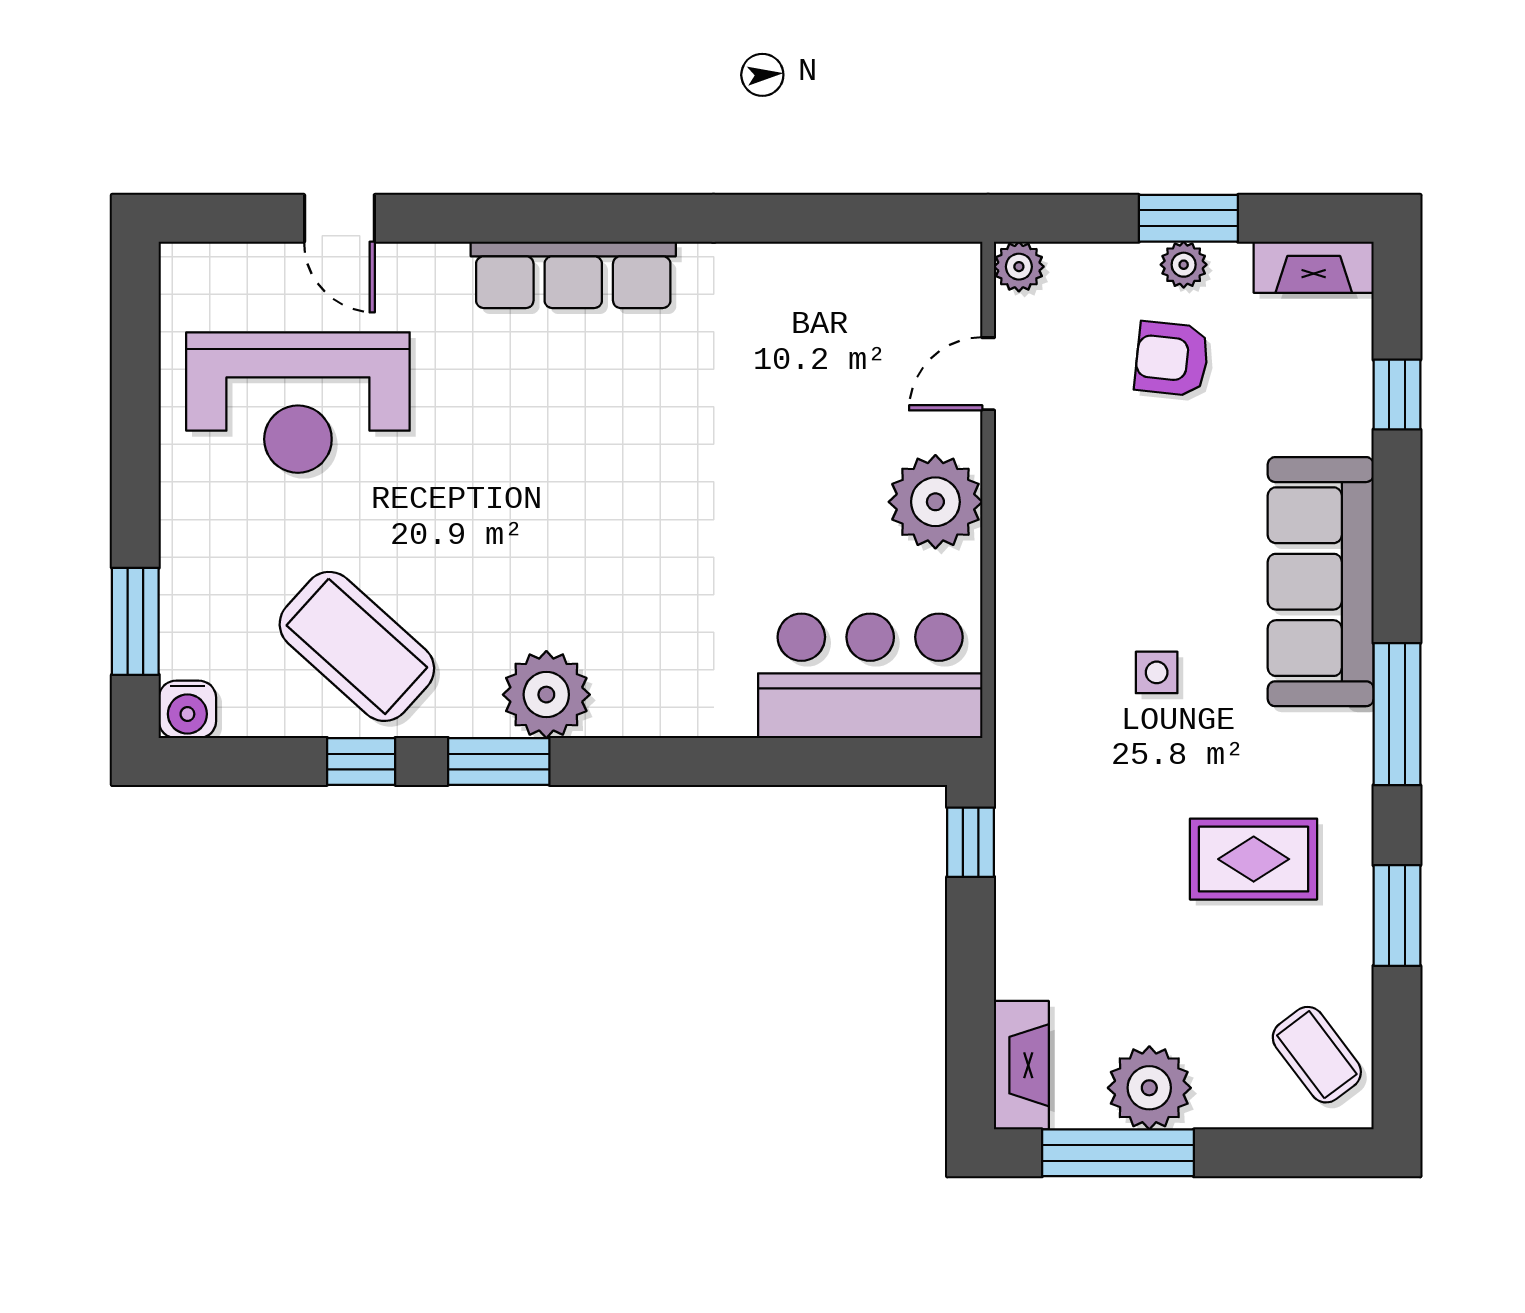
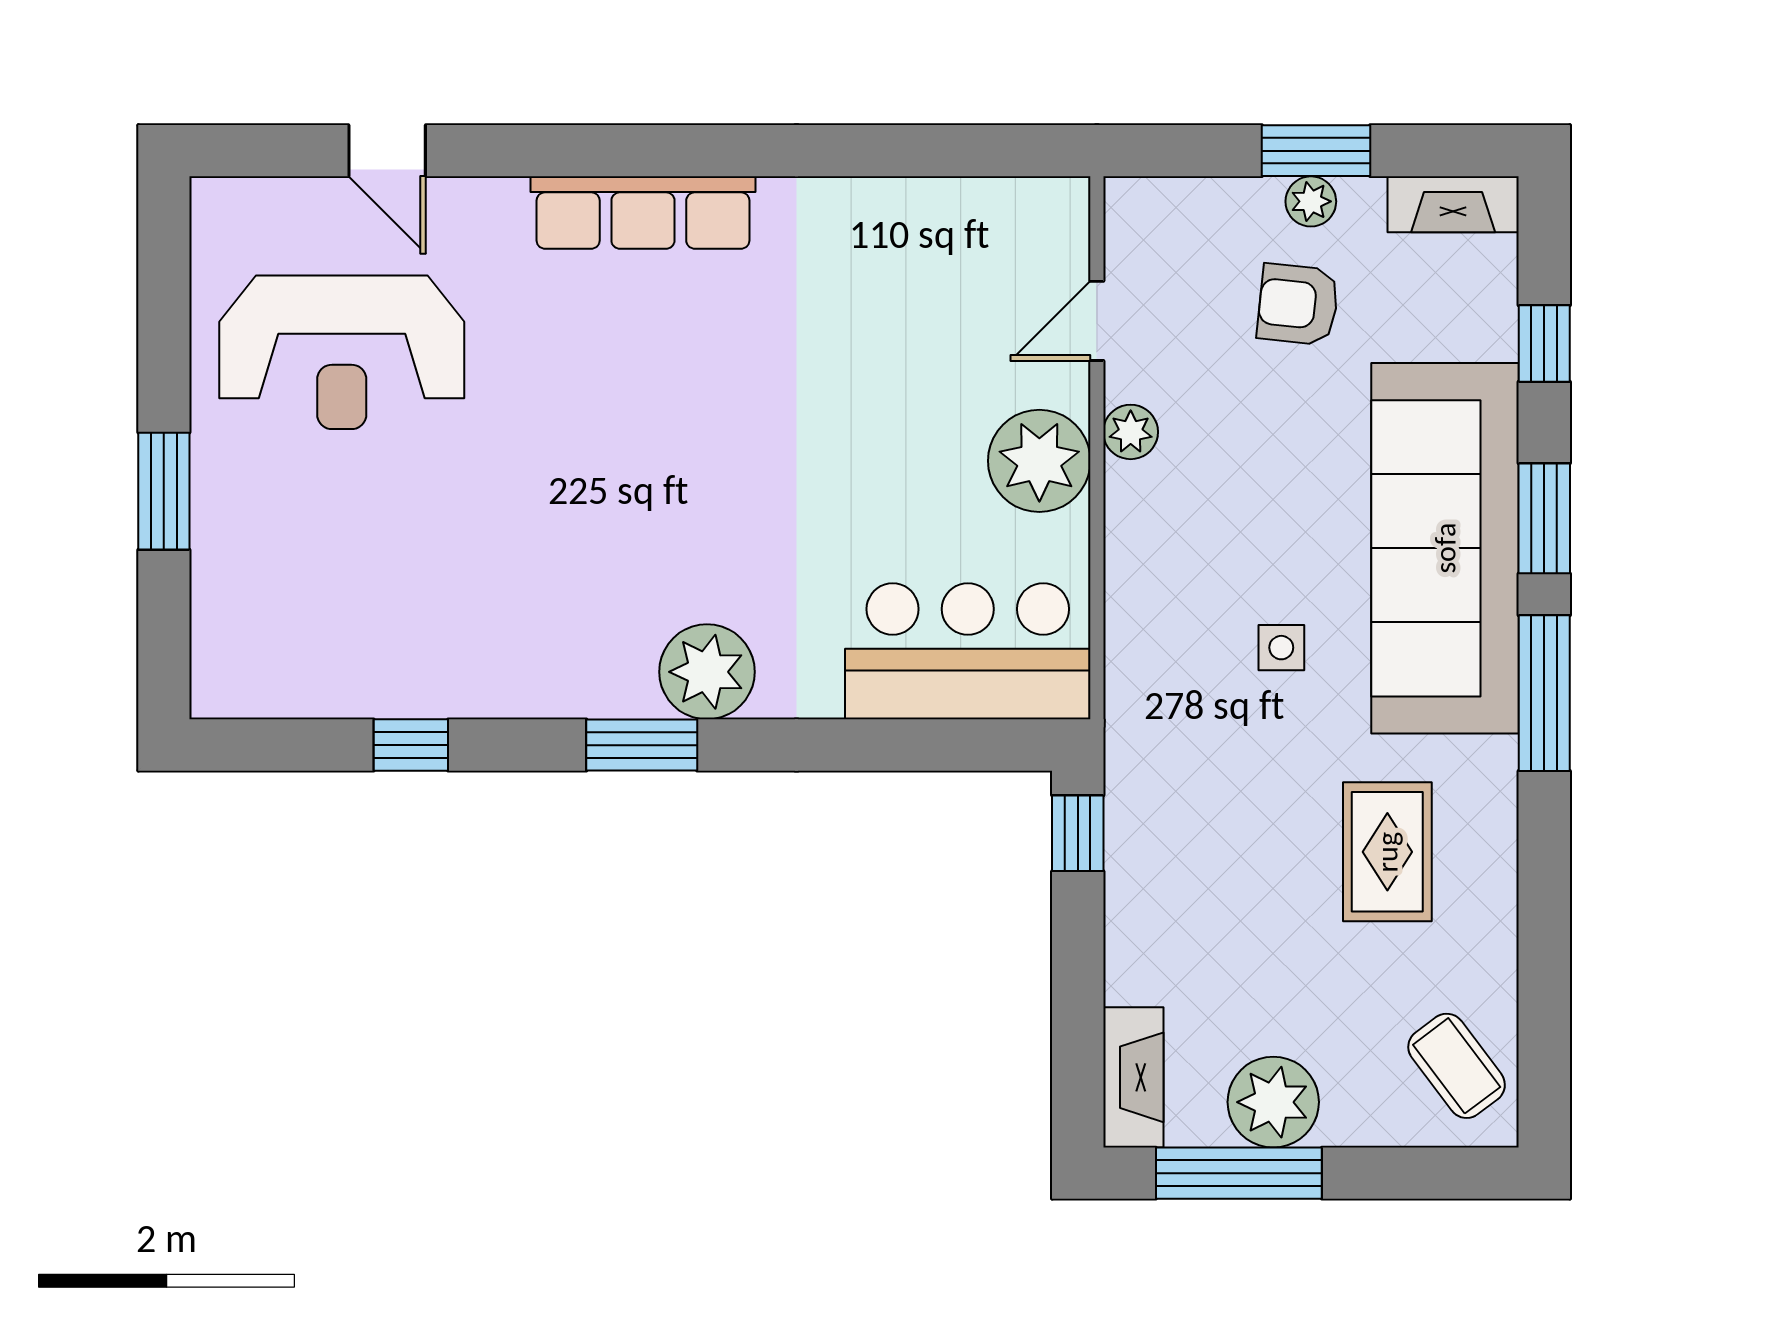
plant: (1019, 267) -> (1131, 432), moved
sofa: (1321, 582) -> (1445, 548), width x1.36, depth x1.27
window: (135, 621) -> (164, 491), moved
coffee table: (357, 646) -> (406, 619), removed
plant: (546, 695) -> (707, 672), moved
water cooler: (187, 709) -> (221, 688), removed
window: (499, 761) -> (642, 745), moved
rug: (1254, 859) -> (1387, 852), turned 90
window: (1397, 916) -> (1544, 518), moved

